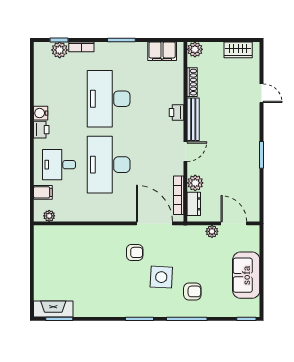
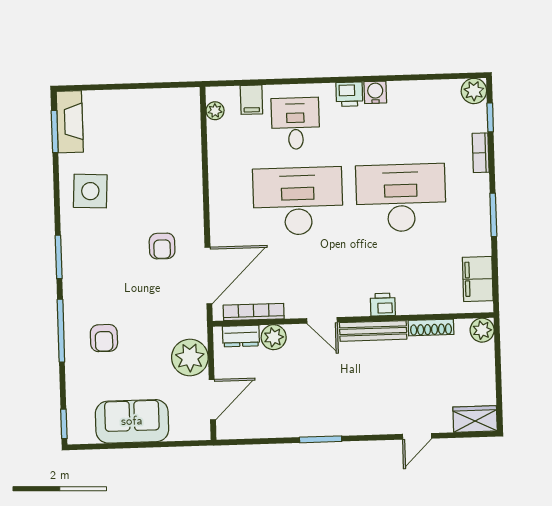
plant: (60, 50) -> (474, 91), moved
wardrobe: (238, 50) -> (475, 419), moved, turned 90
plant: (212, 231) -> (190, 357), width x1.88, depth x1.88
side table: (161, 277) -> (90, 191), moved

